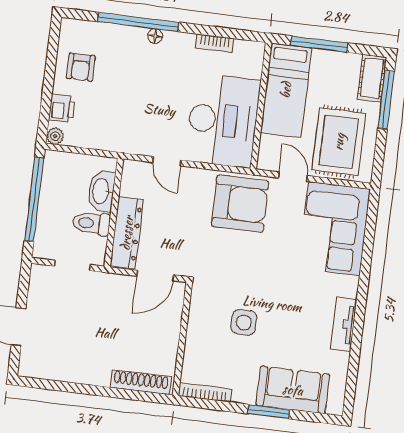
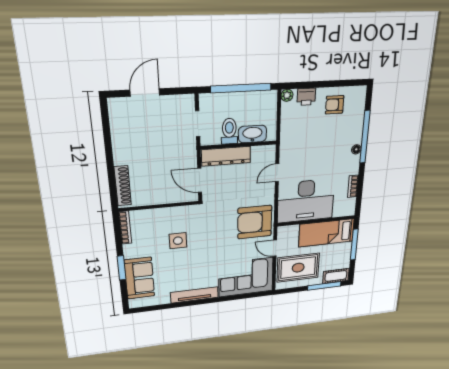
door: (293, 177) -> (275, 248), swing flipped
armchair: (240, 204) -> (255, 222), turned 90
tv unit: (344, 324) -> (195, 295), width x1.41

